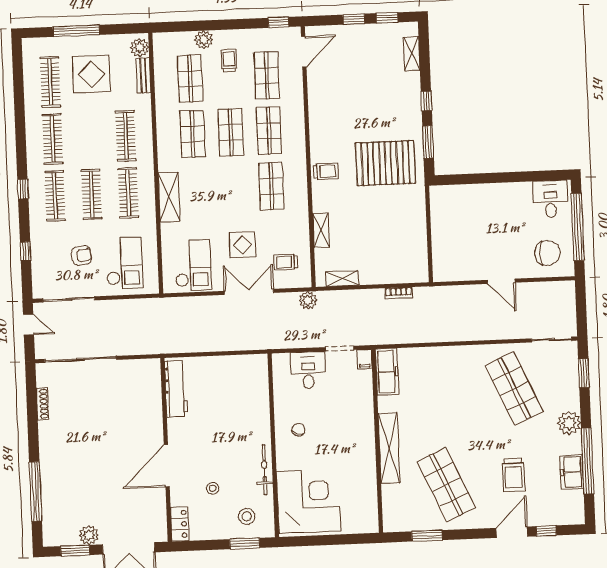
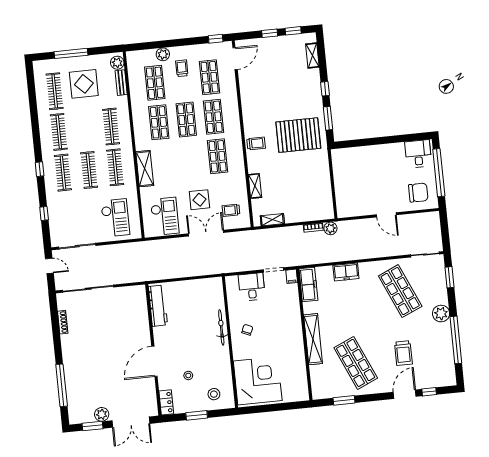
armchair: (82, 256) -> (85, 214), removed
plant: (308, 300) -> (330, 228), moved
bicycle: (264, 470) -> (221, 327), moved
freezer: (572, 472) -> (346, 272), moved, turned -90
window: (245, 543) -> (197, 415), moved

